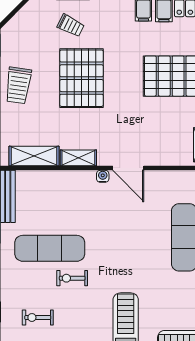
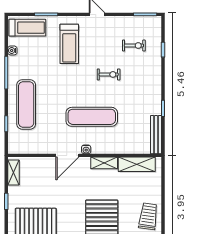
door: (128, 168) -> (67, 155), swing flipped
exercise mat: (50, 248) -> (92, 117), moved

